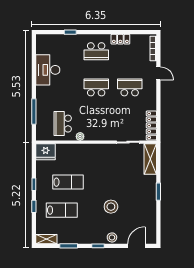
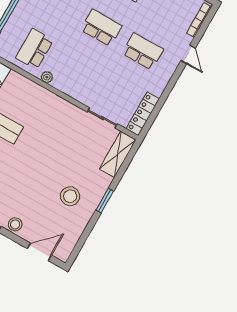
stool: (111, 207) -> (70, 196), moved

